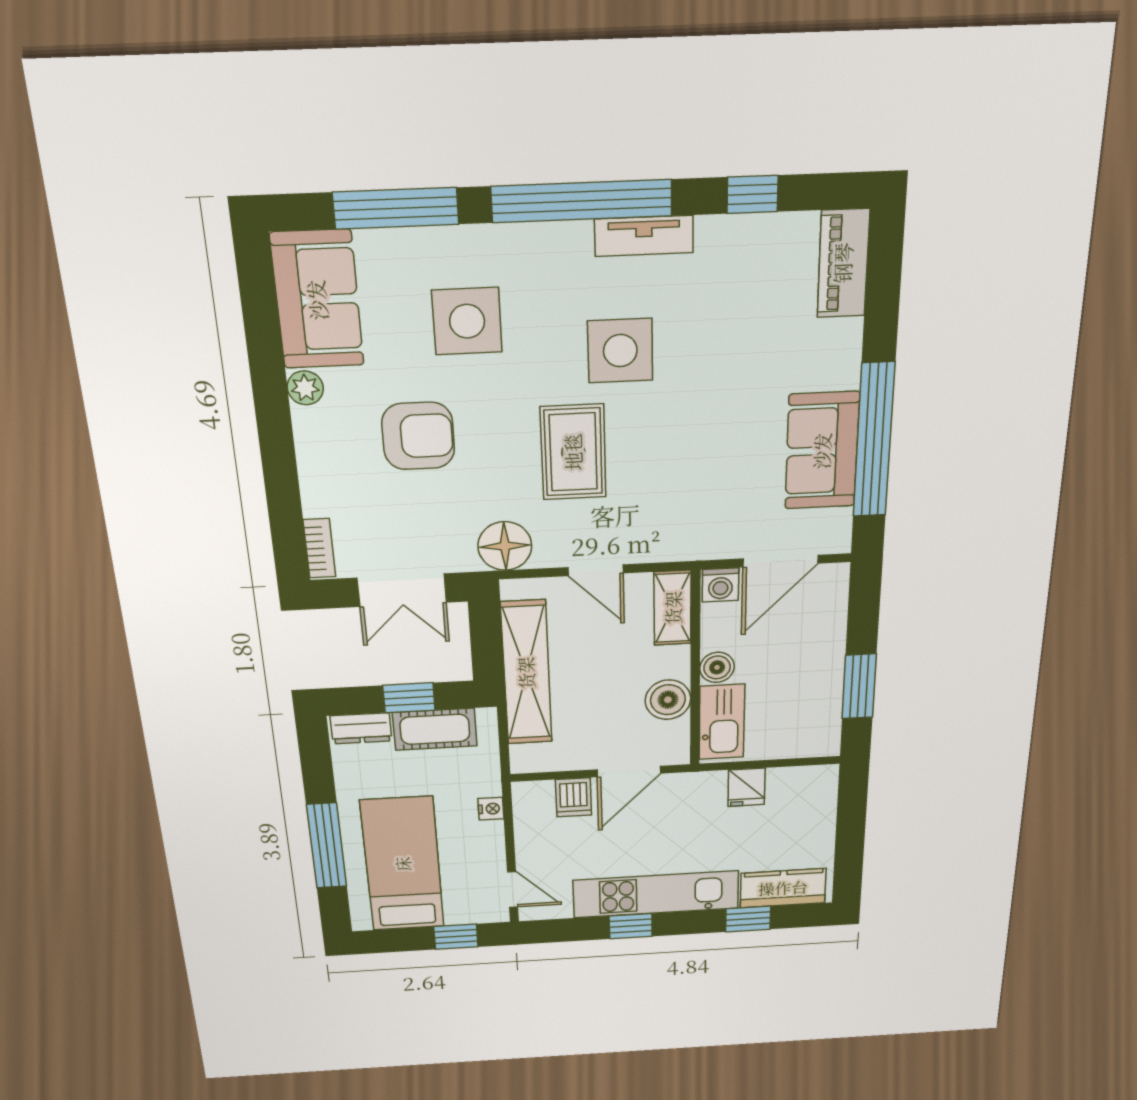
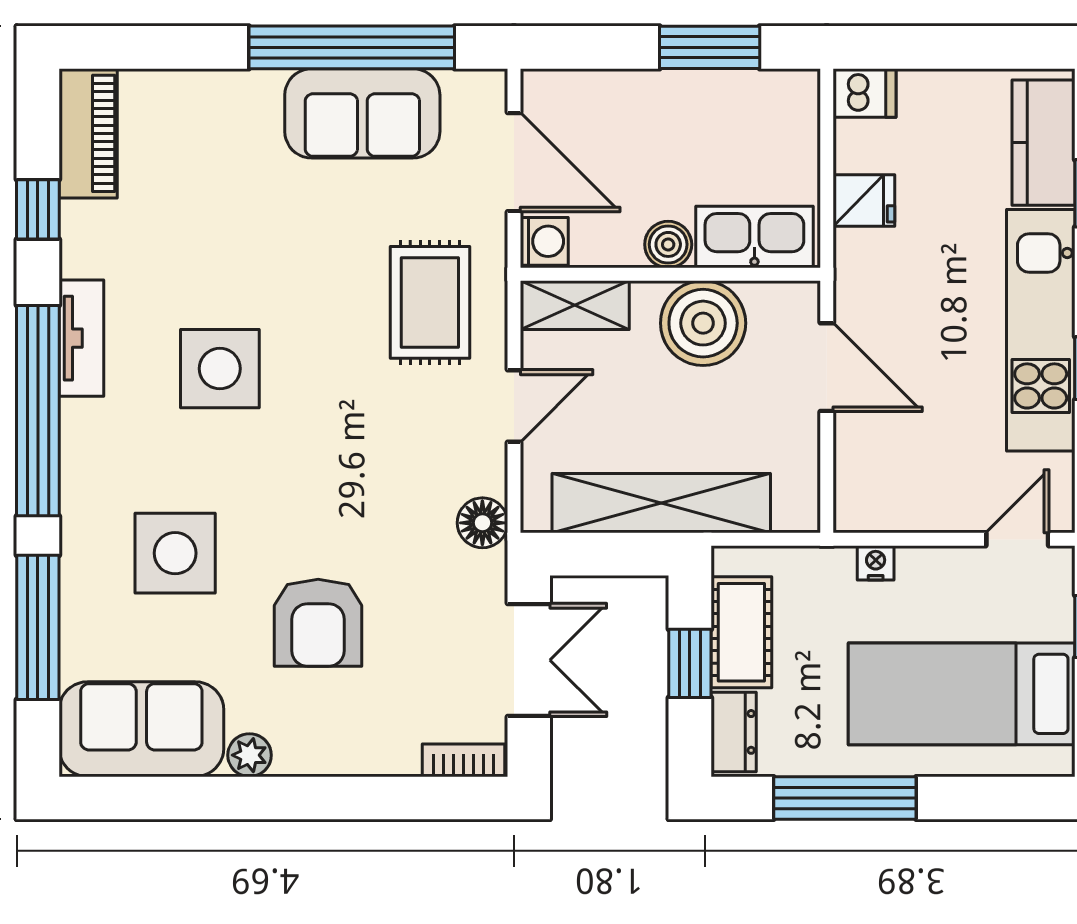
piano: (843, 263) -> (88, 133), moved, turned -90
armchair: (418, 436) -> (318, 623), turned 180
rug: (573, 452) -> (430, 302), moved, turned 90
floor lamp: (505, 546) -> (482, 523), width x0.73, depth x0.73
boiler: (668, 700) -> (703, 323), width x1.37, depth x1.37
dishwasher: (573, 797) -> (864, 93), moved
window: (327, 846) -> (845, 798), moved

